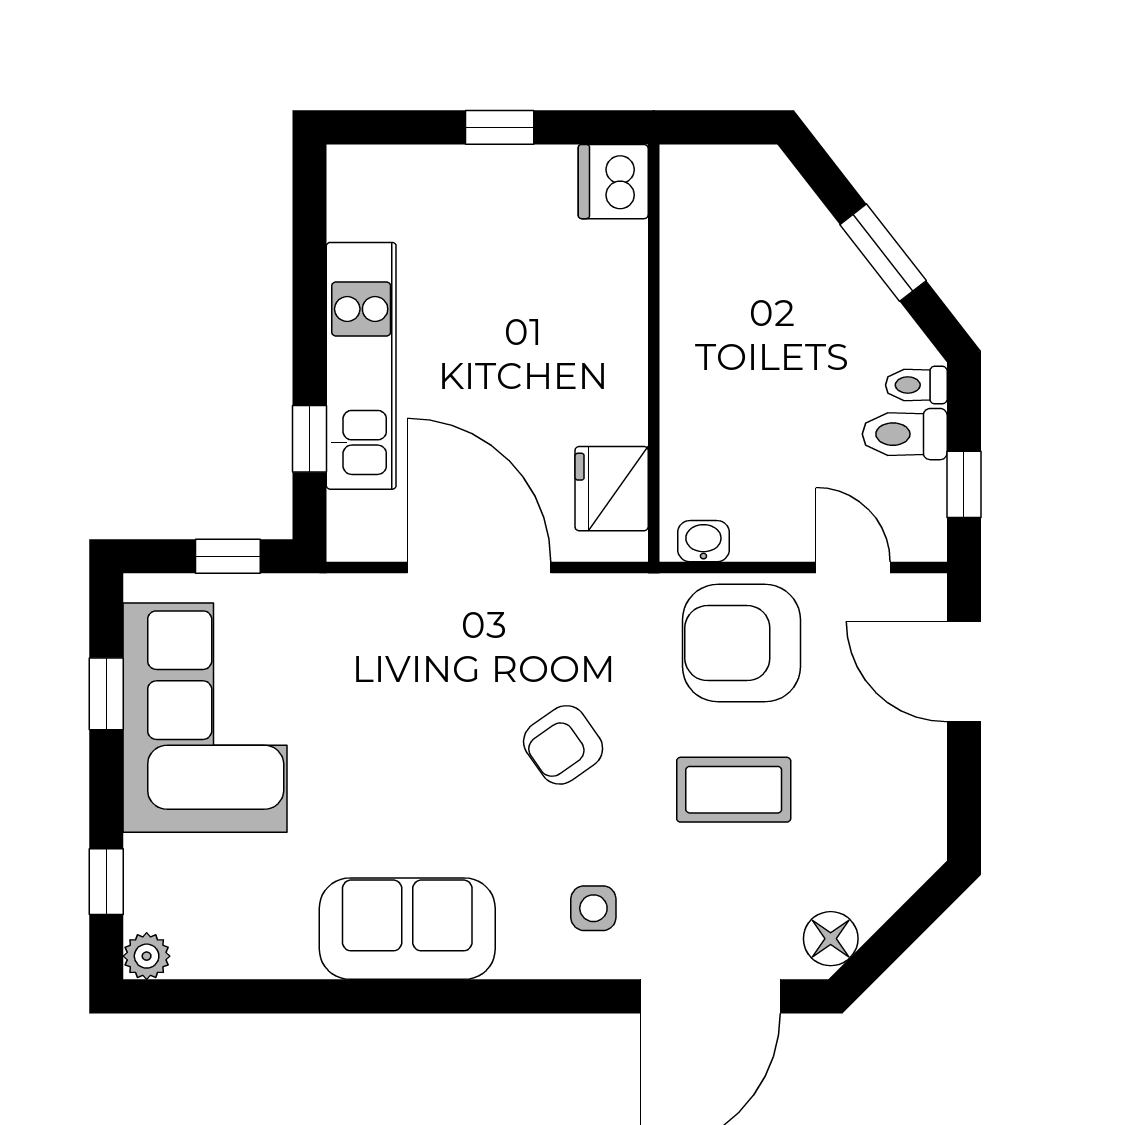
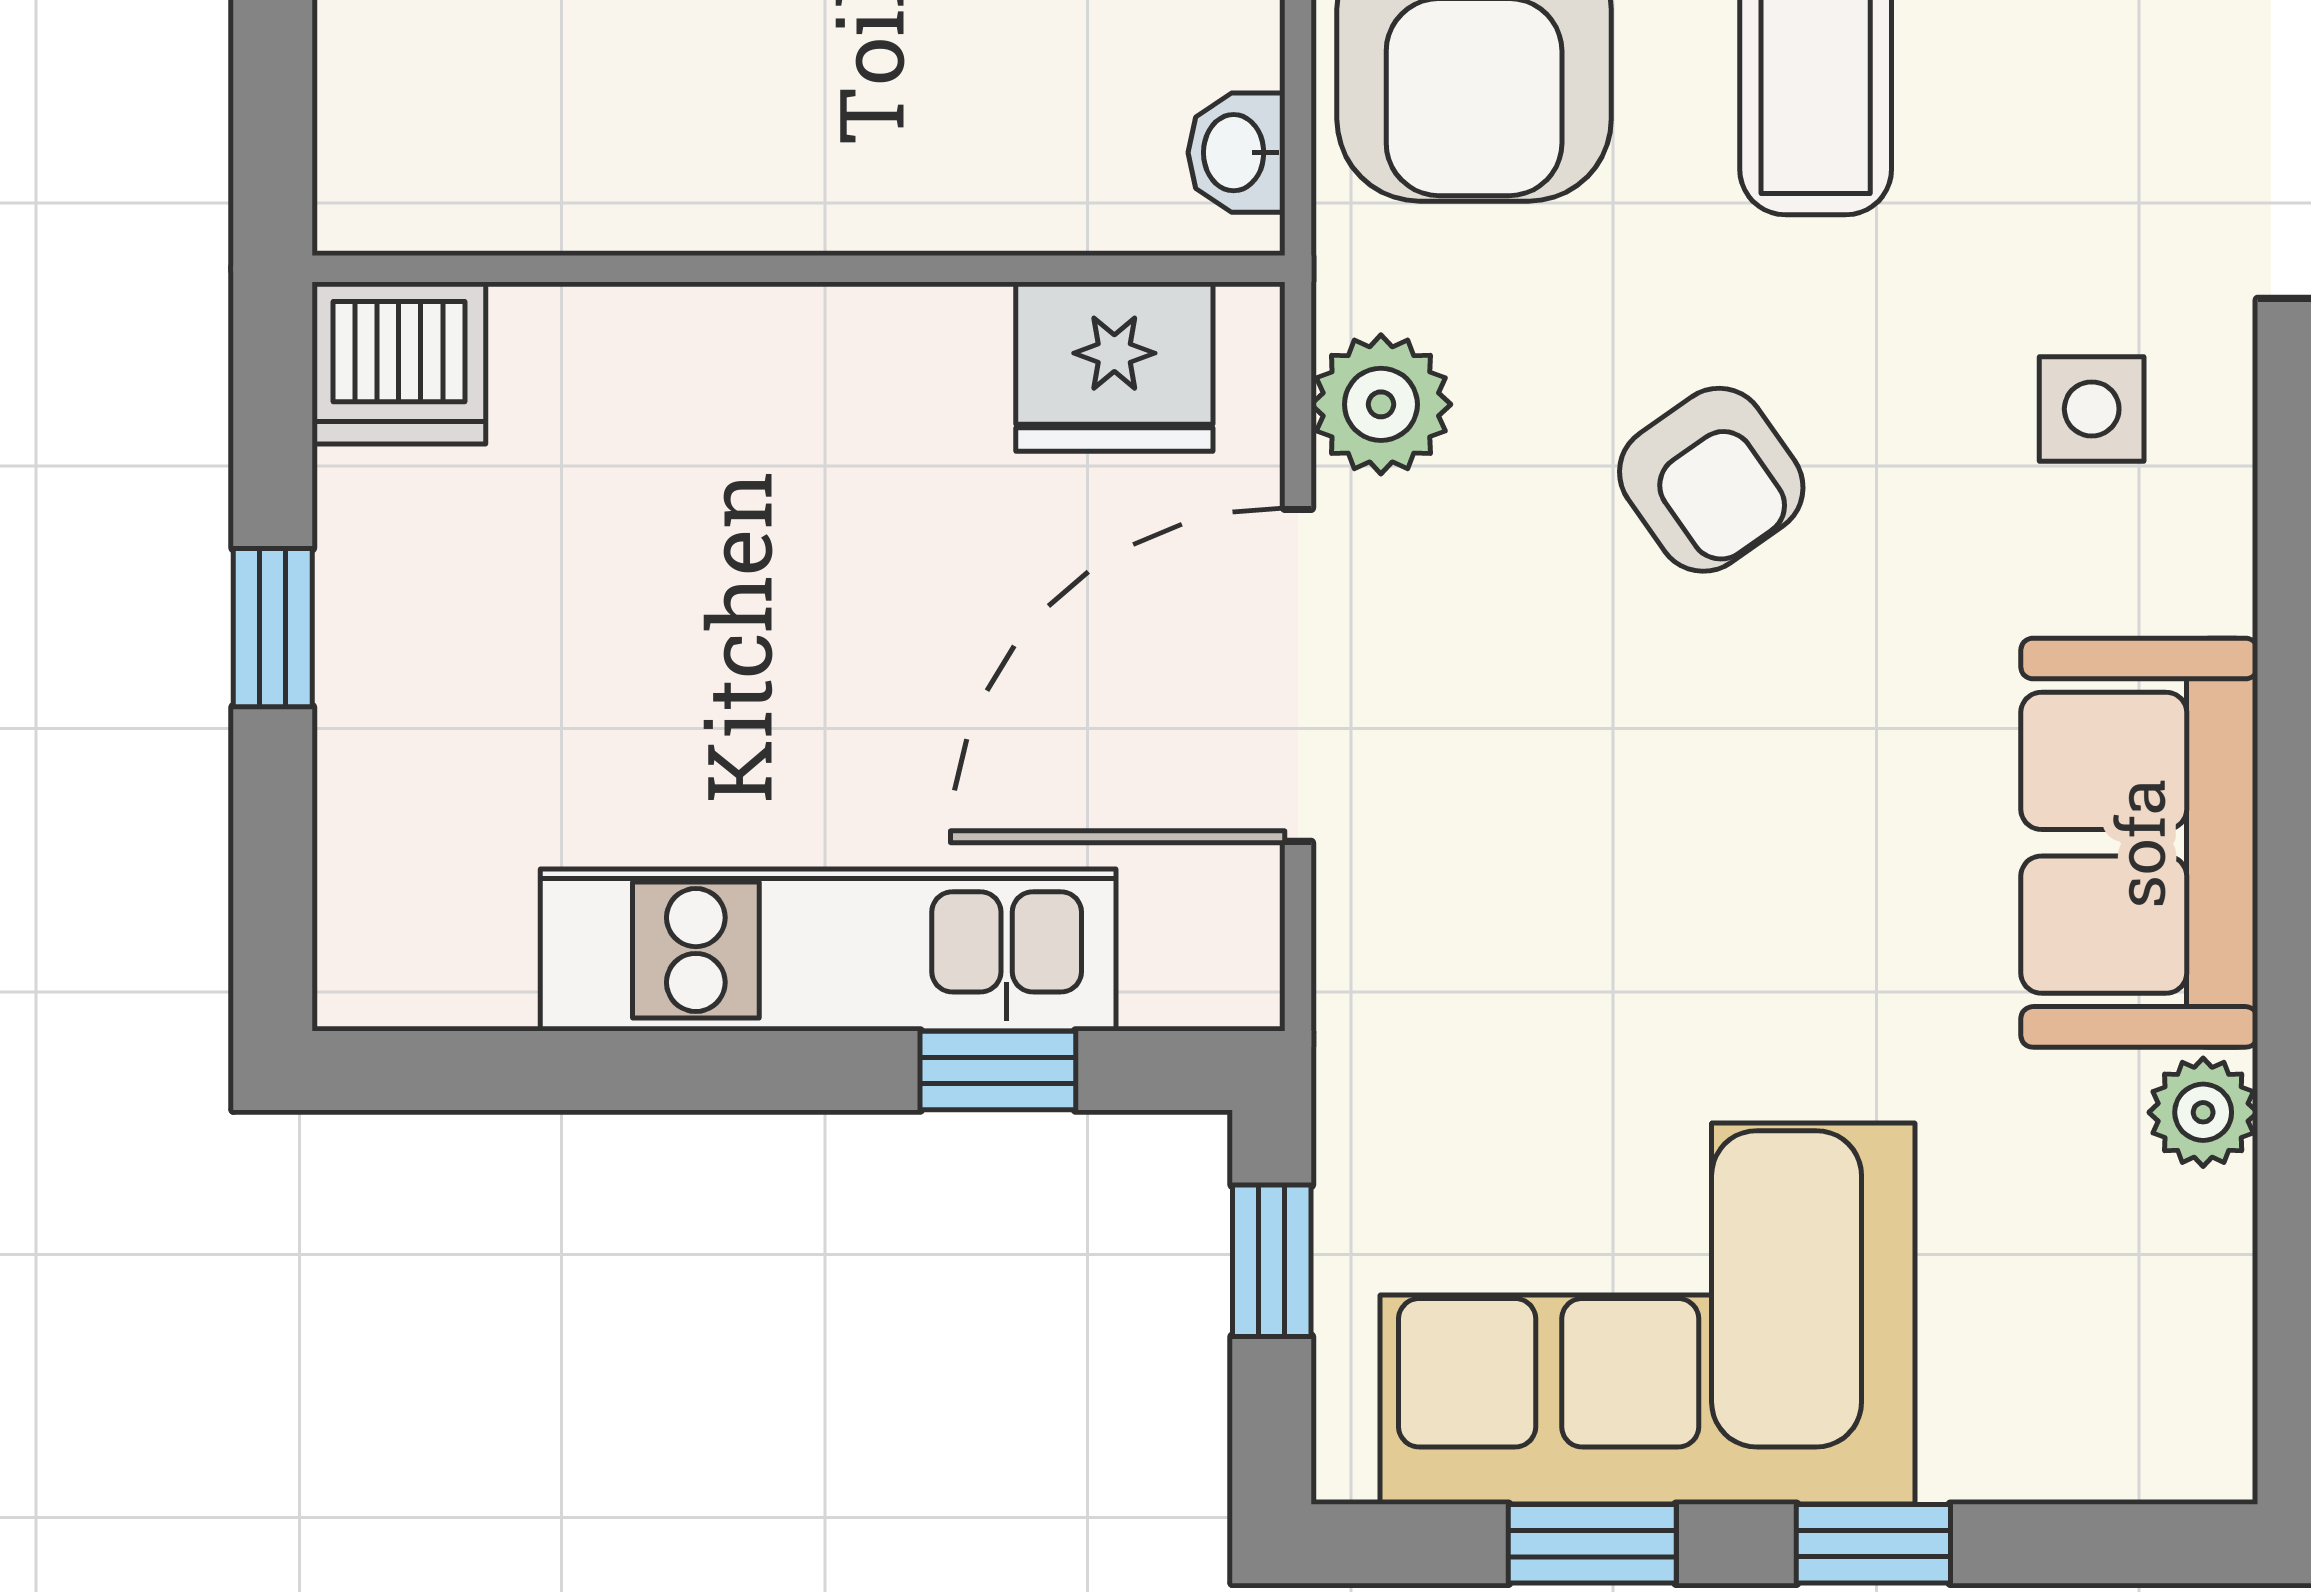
plant: (595, 603) -> (1381, 404), added
window: (106, 882) -> (1873, 1544), moved
plant: (147, 956) -> (2203, 1112), moved

